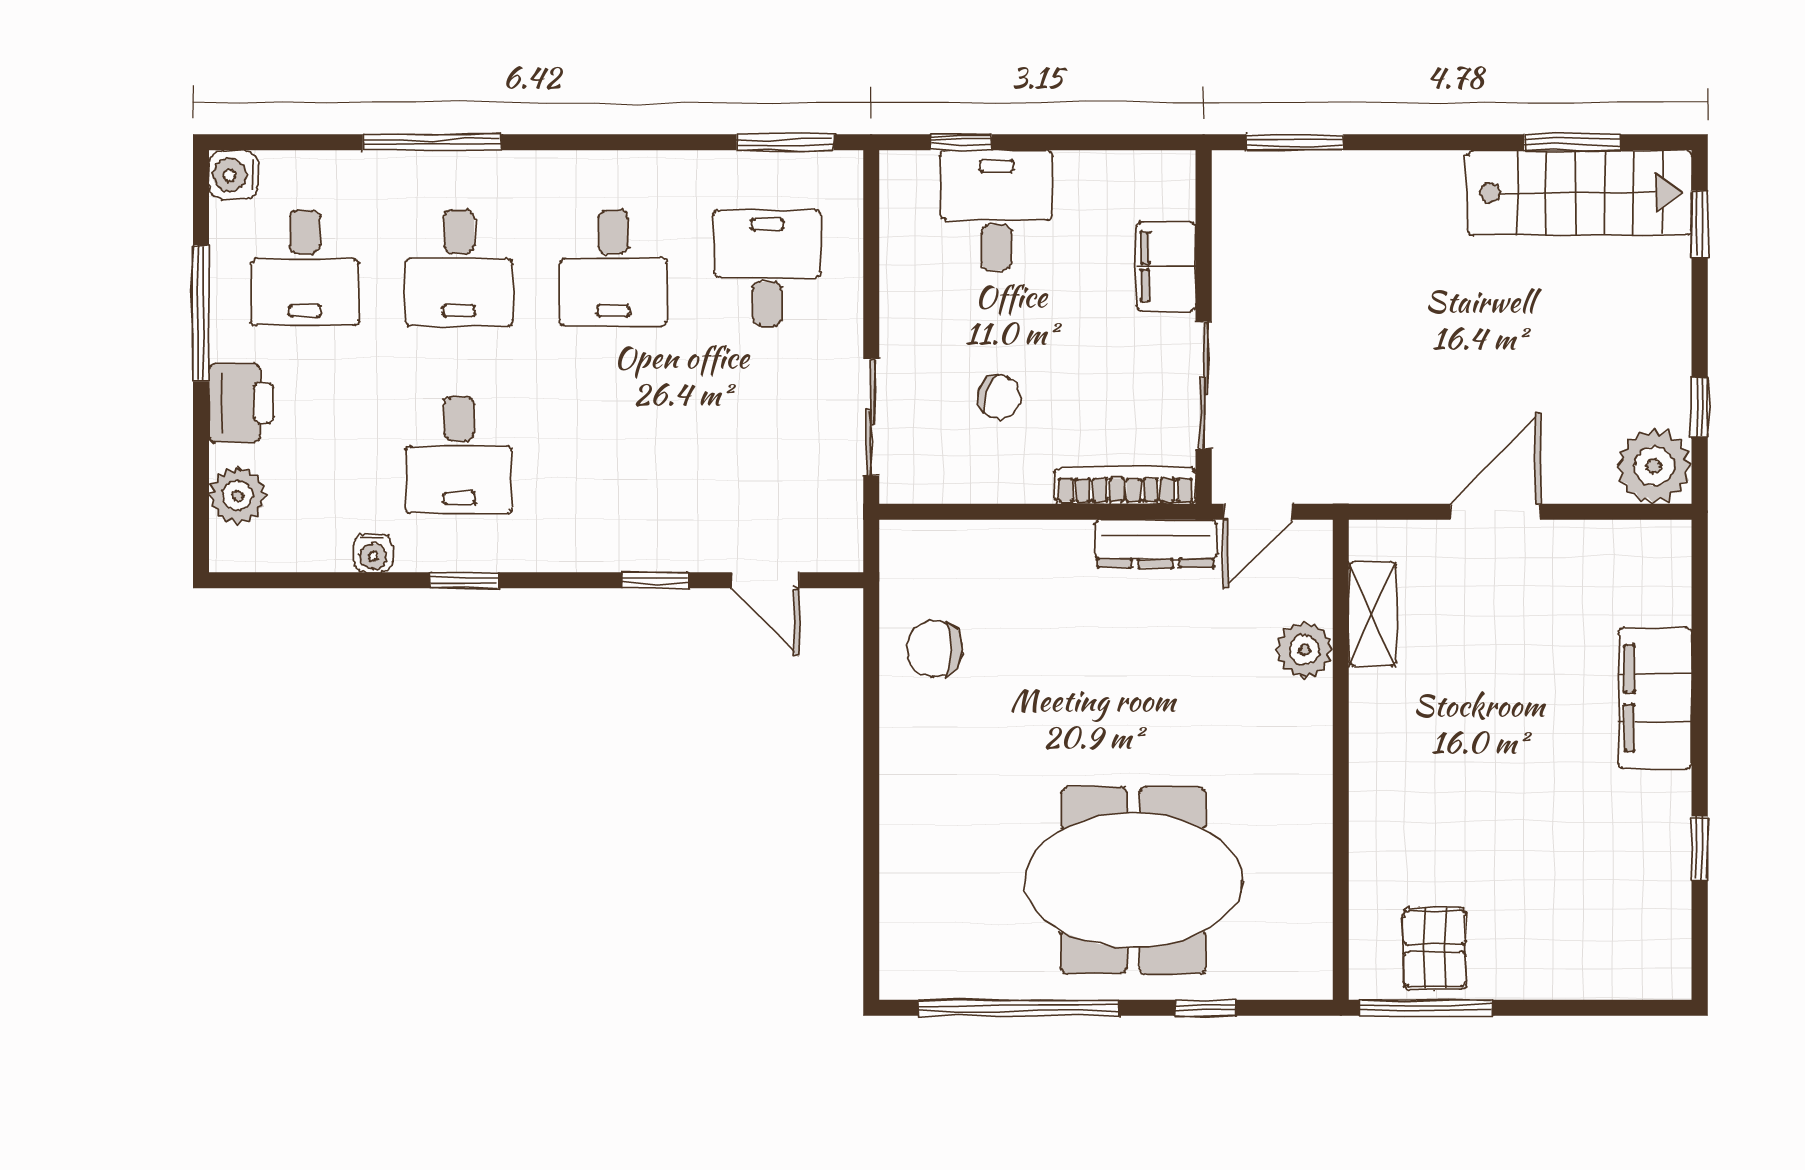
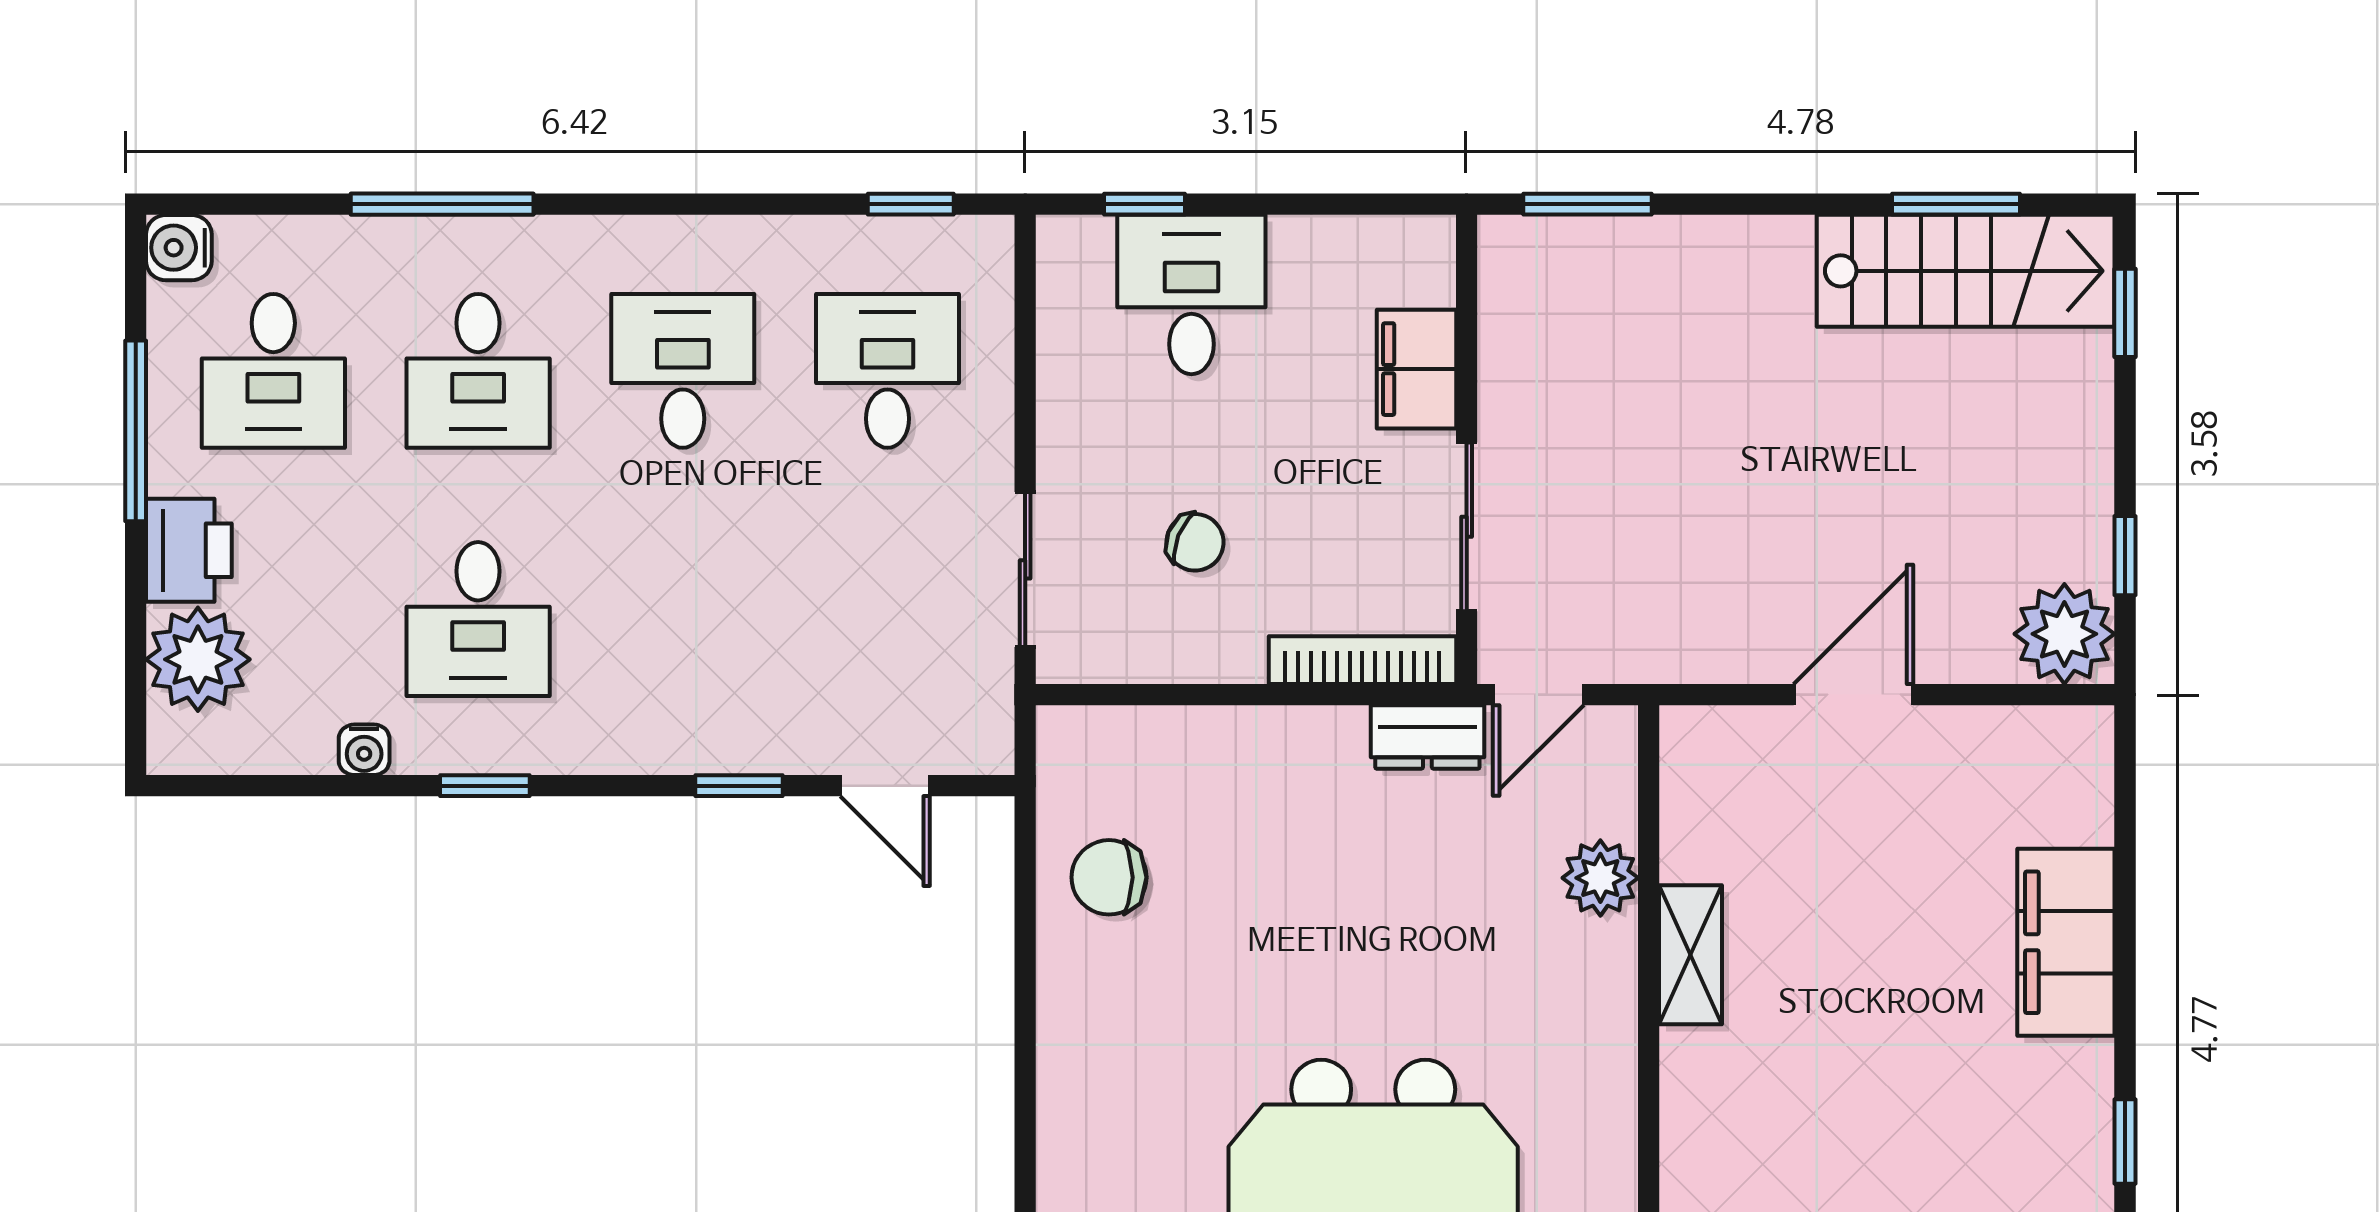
window: (785, 142) -> (911, 204), width x0.67
desk: (613, 268) -> (683, 371), turned 180
plant: (238, 496) -> (198, 659), width x1.36, depth x1.36
dresser: (1155, 544) -> (1427, 737), width x0.70
shelving: (1372, 614) -> (1690, 955), moved

